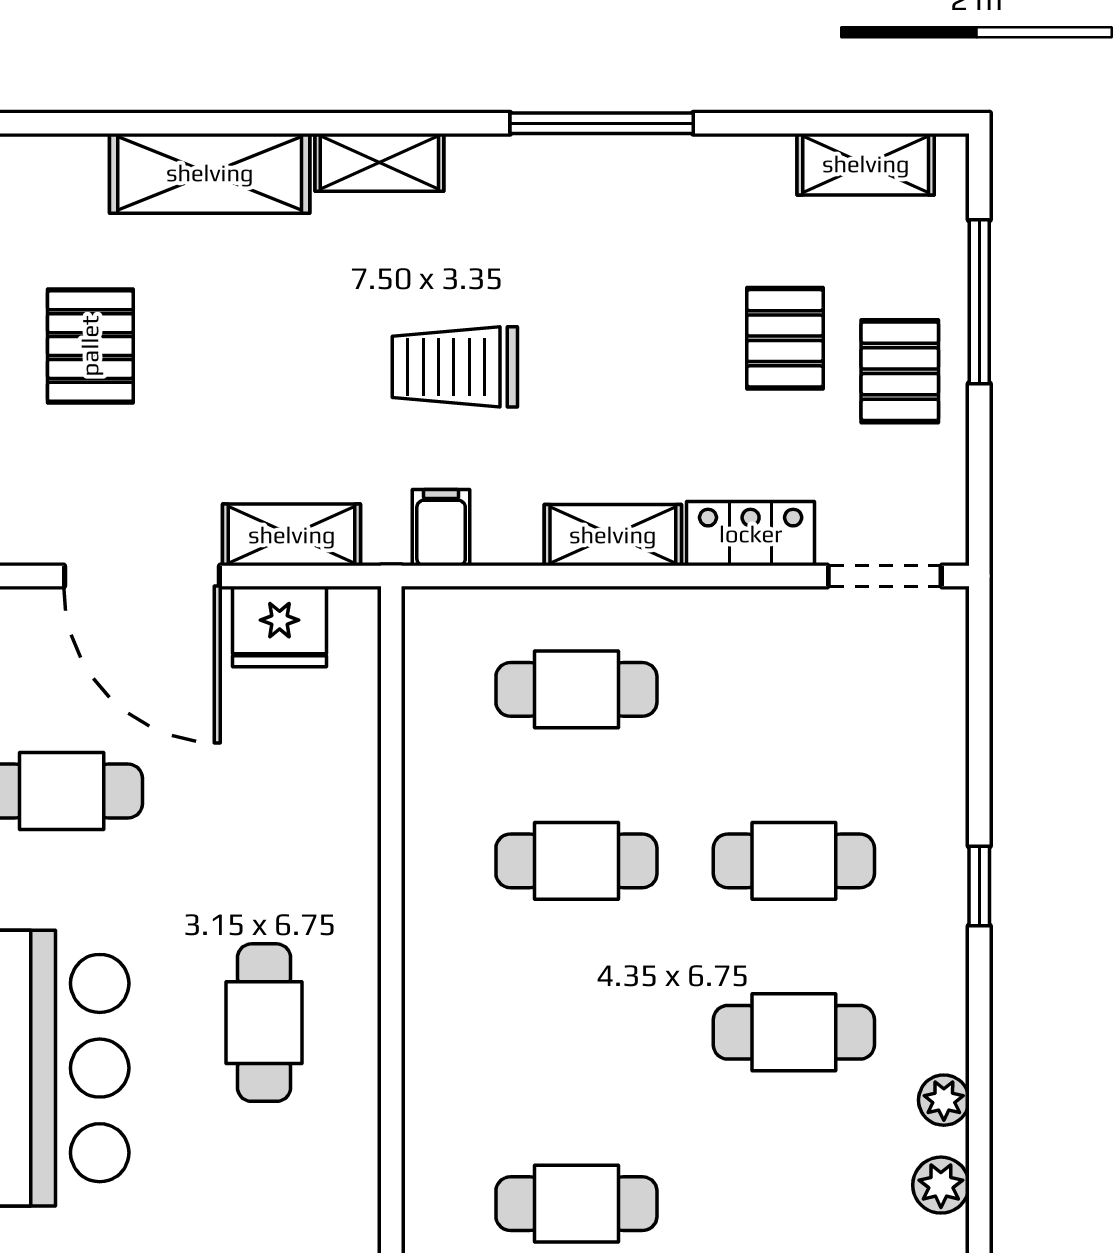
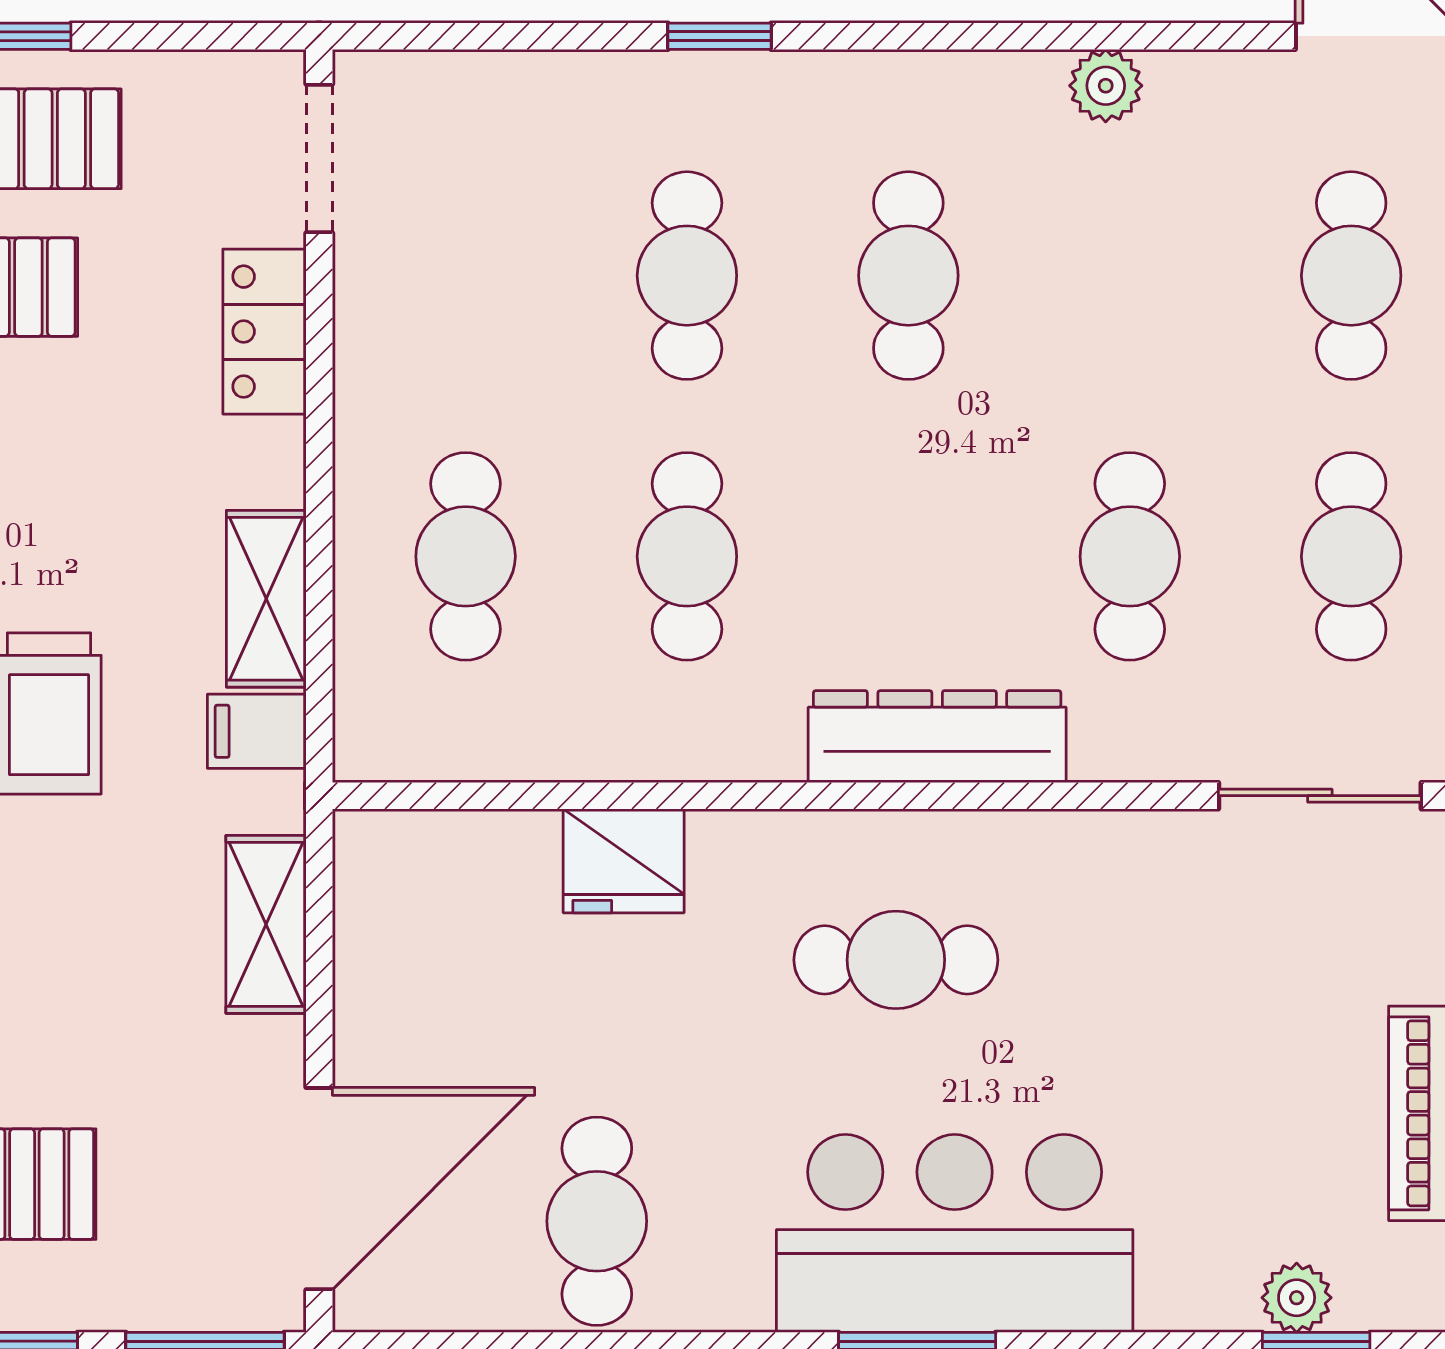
shelving: (613, 535) -> (266, 599), moved
door: (142, 576) -> (319, 1189), moved
fridge: (280, 627) -> (624, 861), moved, turned 90
dresser: (437, 1055) -> (937, 737), added
plant: (944, 1100) -> (996, 82), removed

